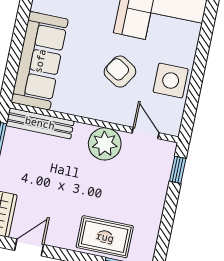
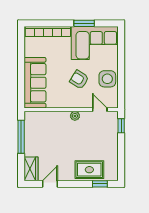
bench: (40, 123) -> (42, 116), removed
plant: (105, 144) -> (75, 116), width x0.53, depth x0.53

